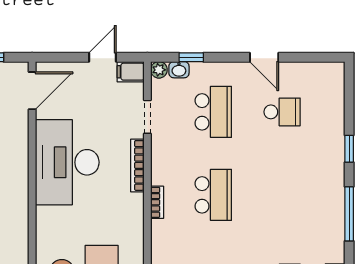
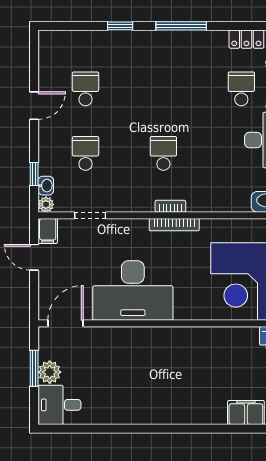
door: (32, 91) -> (66, 323), hinge flipped
school desk: (213, 112) -> (85, 153), width x0.54
bookcase: (137, 165) -> (174, 225), moved
school desk: (213, 195) -> (163, 153), width x0.54

